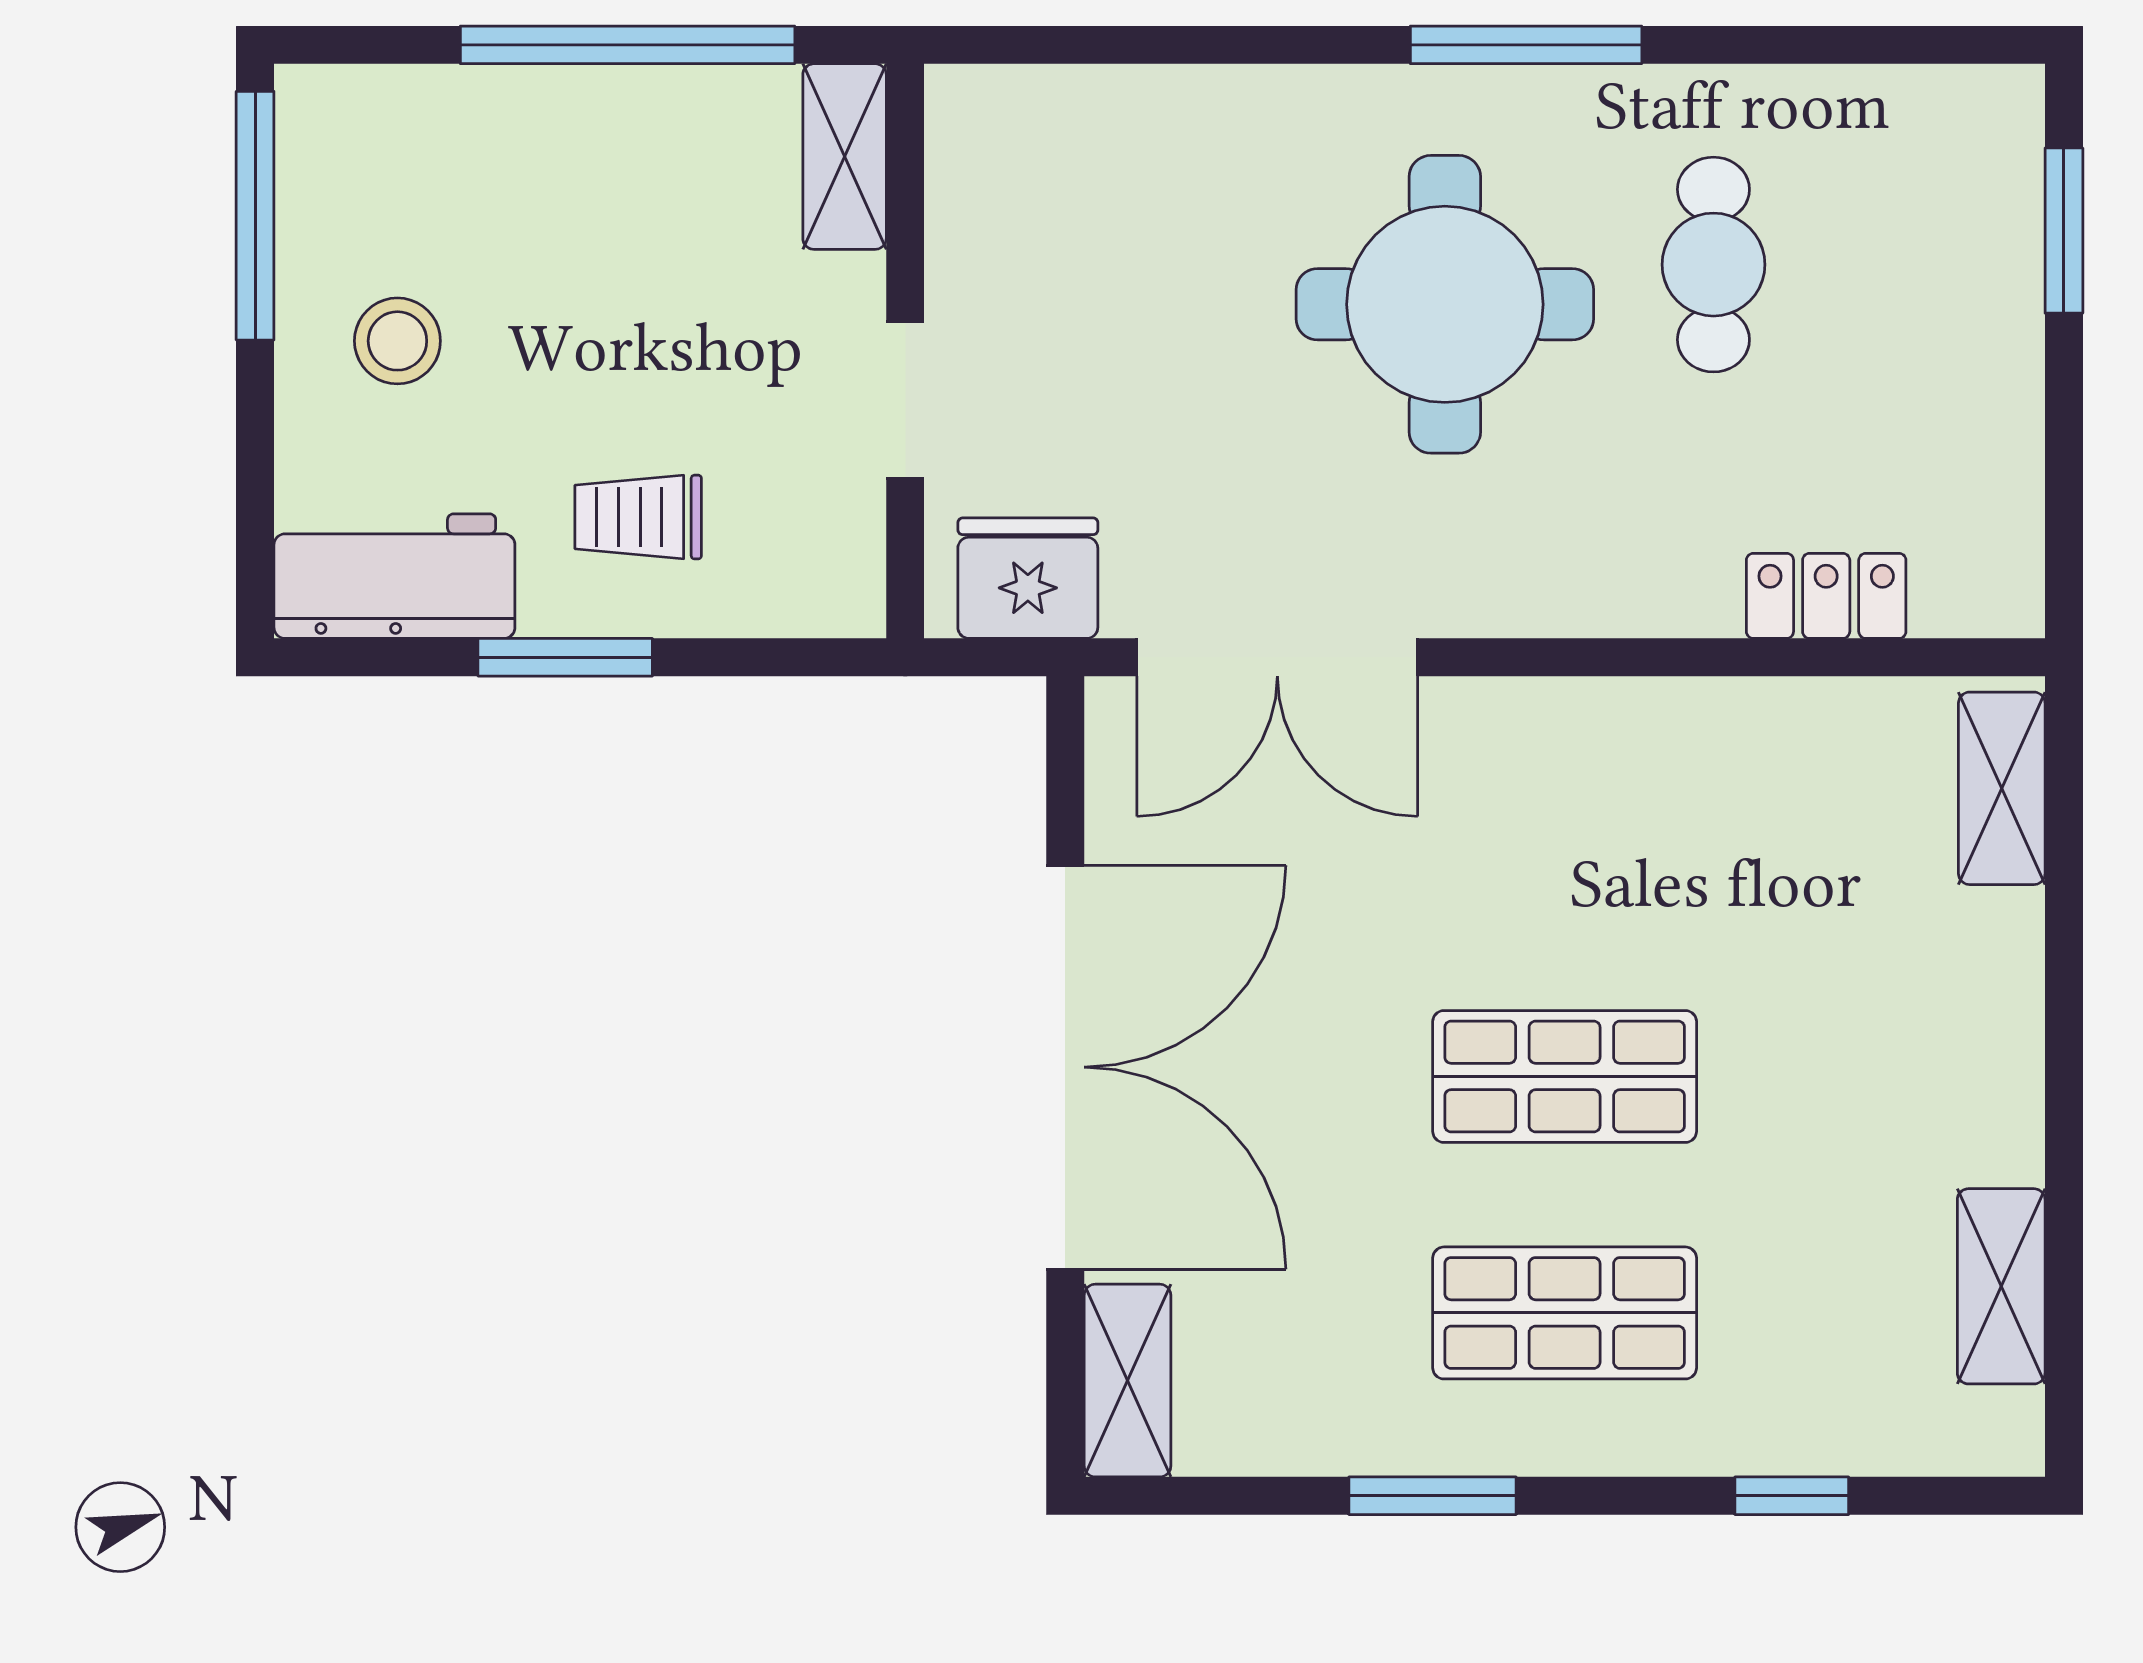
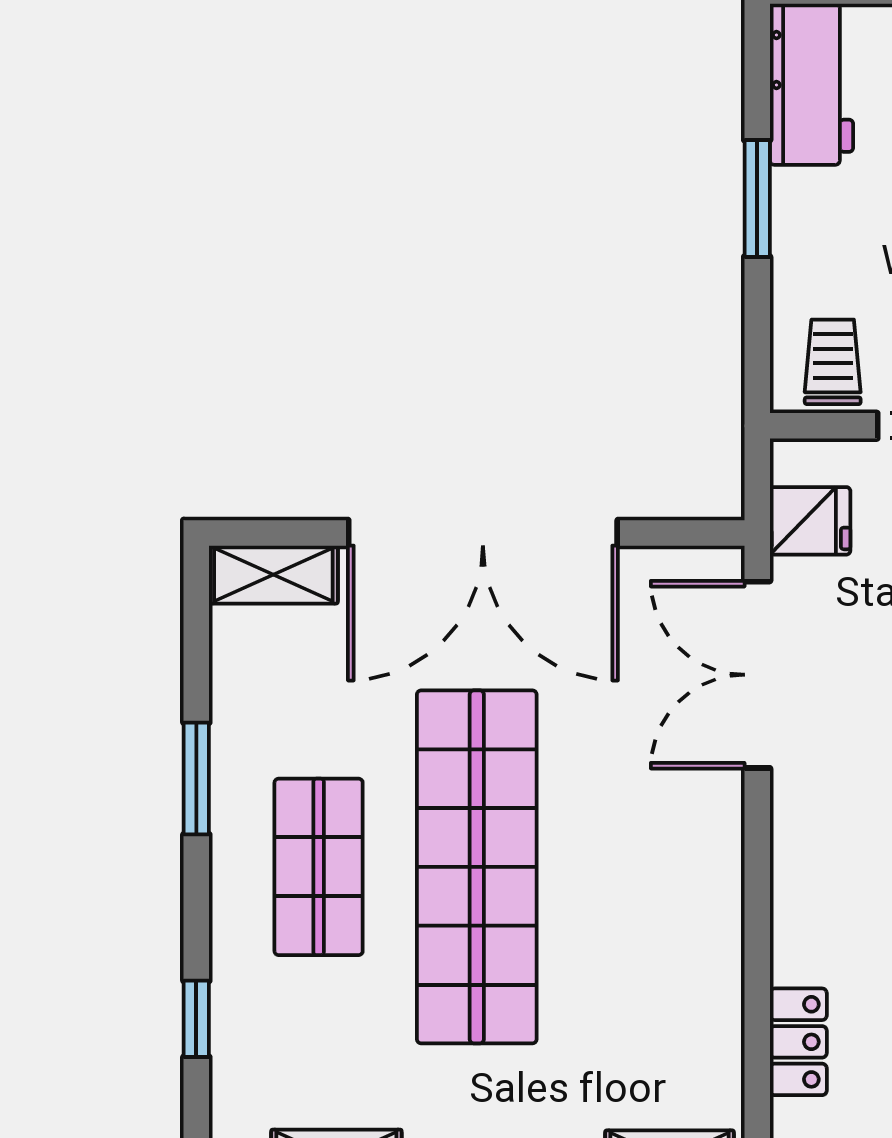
trolley: (638, 517) -> (833, 362), moved
fridge: (1028, 578) -> (810, 521), width x0.72
shop shelf: (1565, 1076) -> (477, 867), width x2.00, depth x1.36

